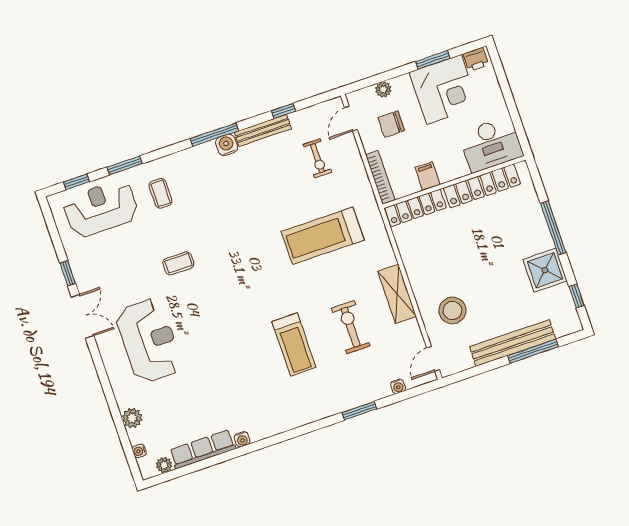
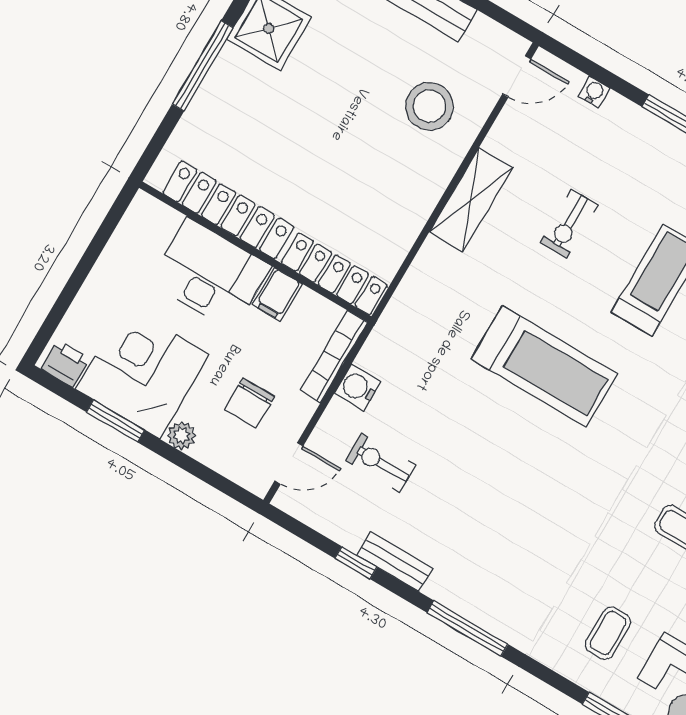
plant: (383, 89) -> (182, 436), moved
chair: (391, 124) -> (250, 403), turned 90
bench: (263, 130) -> (395, 562), width x0.73
desk: (491, 144) -> (210, 274), moved
water cooler: (227, 145) -> (358, 387), moved, turned 90
exercise bike: (317, 158) -> (381, 463), turned -90
treadmill: (323, 236) -> (544, 366), moved
exercise bike: (351, 327) -> (569, 224), width x0.73, depth x0.72

